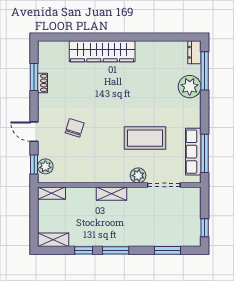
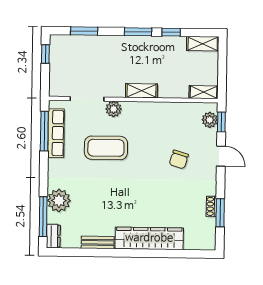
bench: (152, 47) -> (98, 242), added

